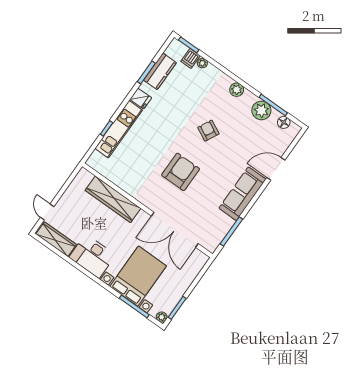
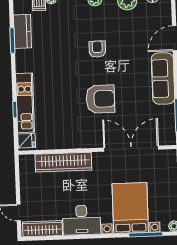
fridge: (141, 99) -> (27, 141), moved
armchair: (208, 131) -> (97, 49), turned 63
armchair: (181, 172) -> (100, 99), turned 90
double door: (175, 230) -> (131, 149), swing flipped

